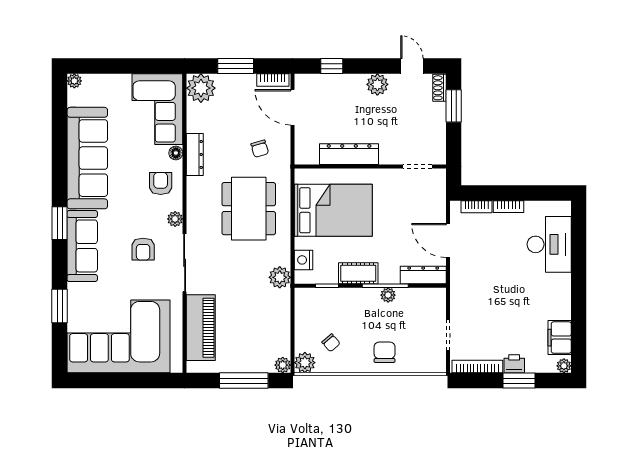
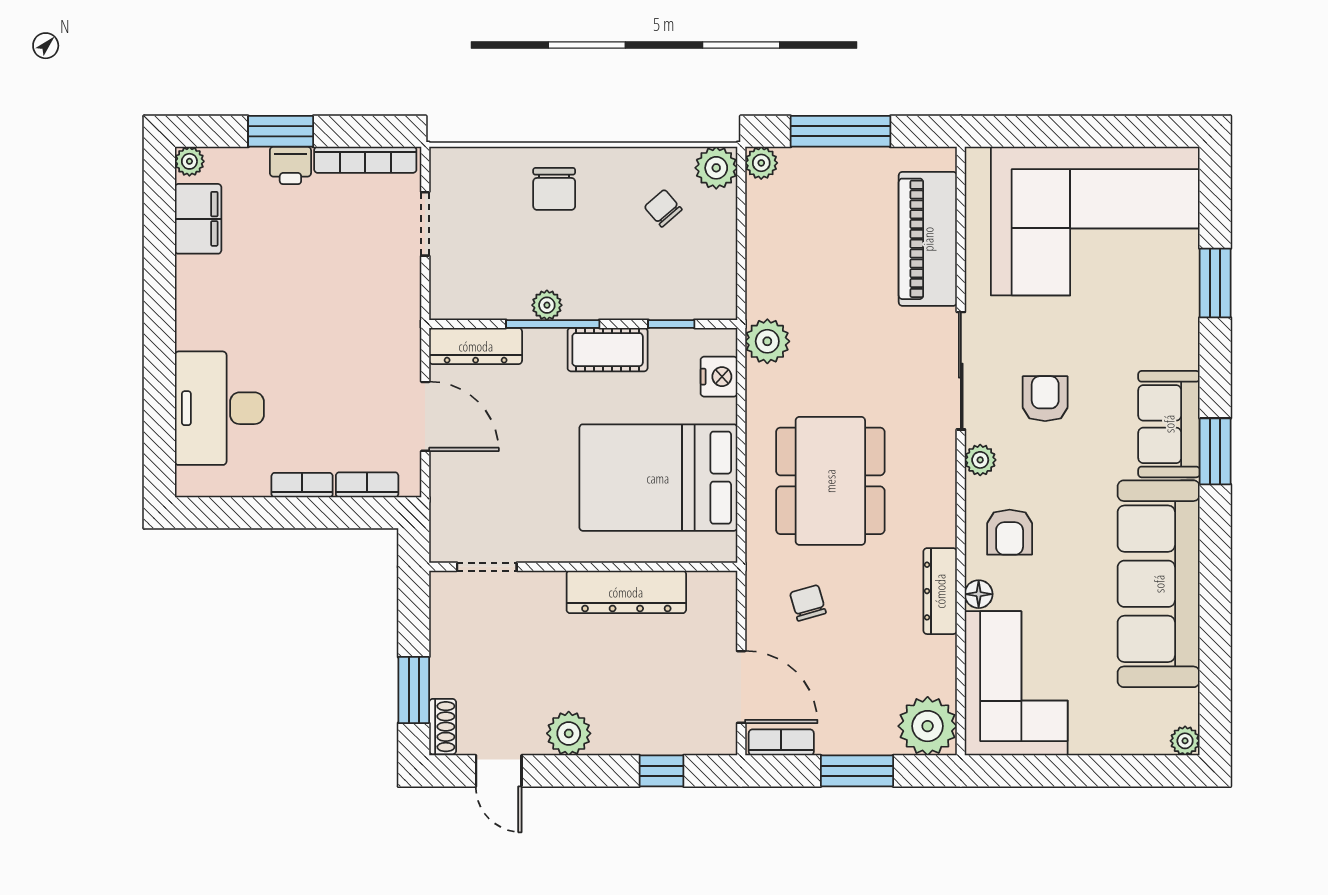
sofa: (82, 246) -> (1169, 424), width x0.73

